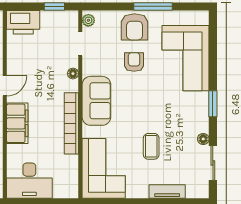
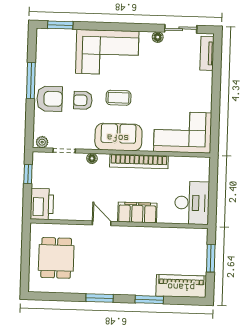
corner sofa: (186, 58) -> (107, 52), moved
window: (213, 104) -> (60, 25), moved
coffee table: (151, 146) -> (118, 98), moved
tv unit: (167, 192) -> (207, 53), moved

